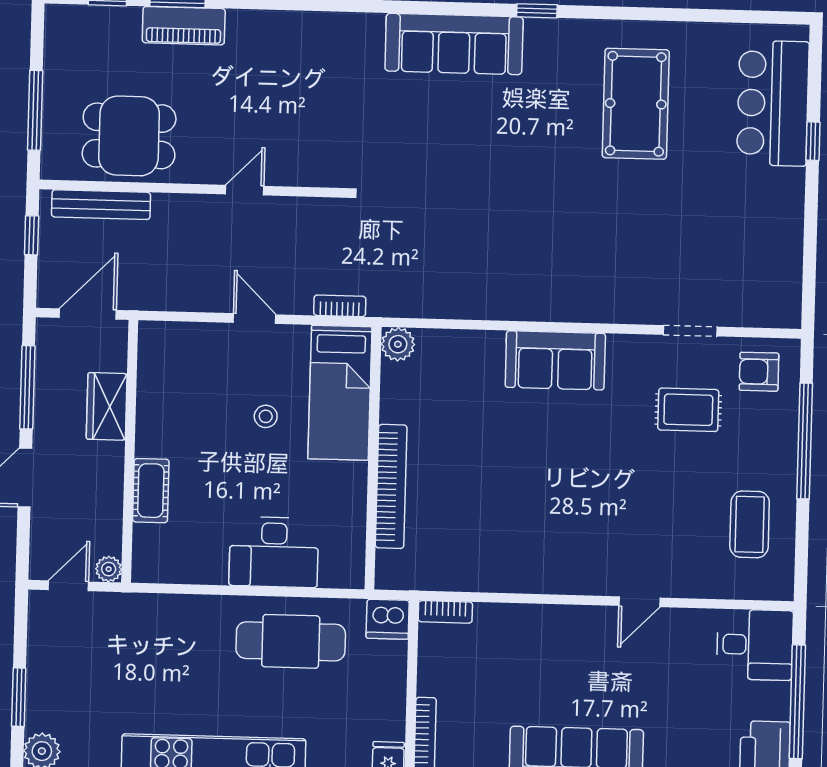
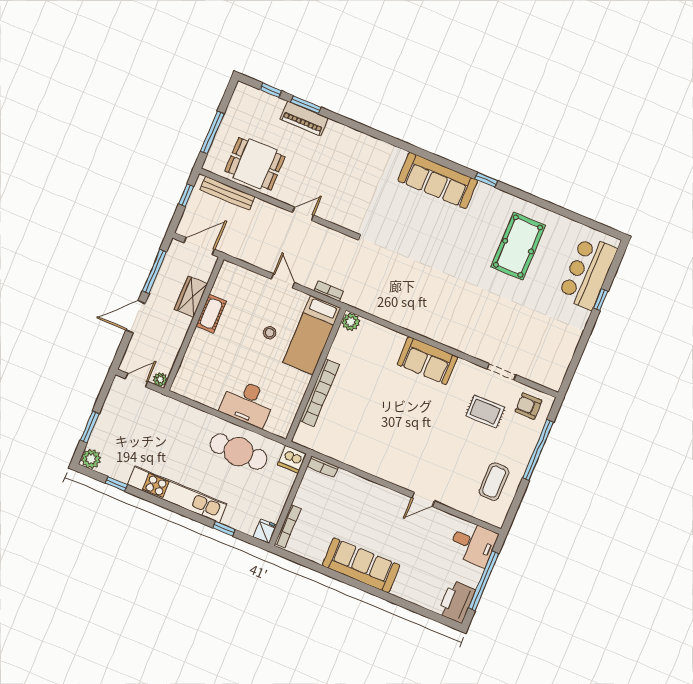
cot: (151, 491) -> (211, 314), moved

